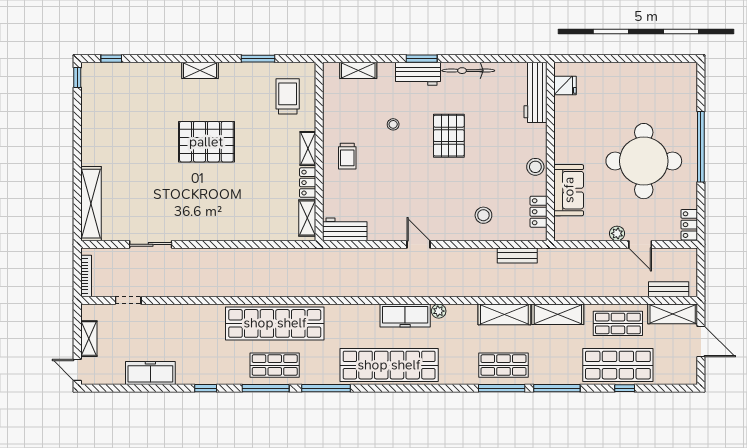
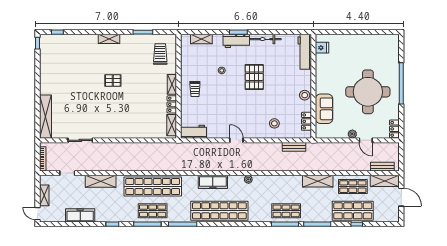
pallet: (206, 142) -> (113, 80), width x0.49, depth x0.50
shelving: (504, 314) -> (101, 181), moved
freezer: (405, 316) -> (213, 182), moved

